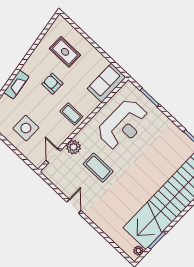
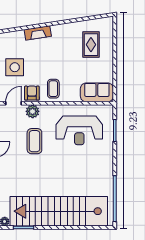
armchair: (52, 84) -> (32, 93), moved

